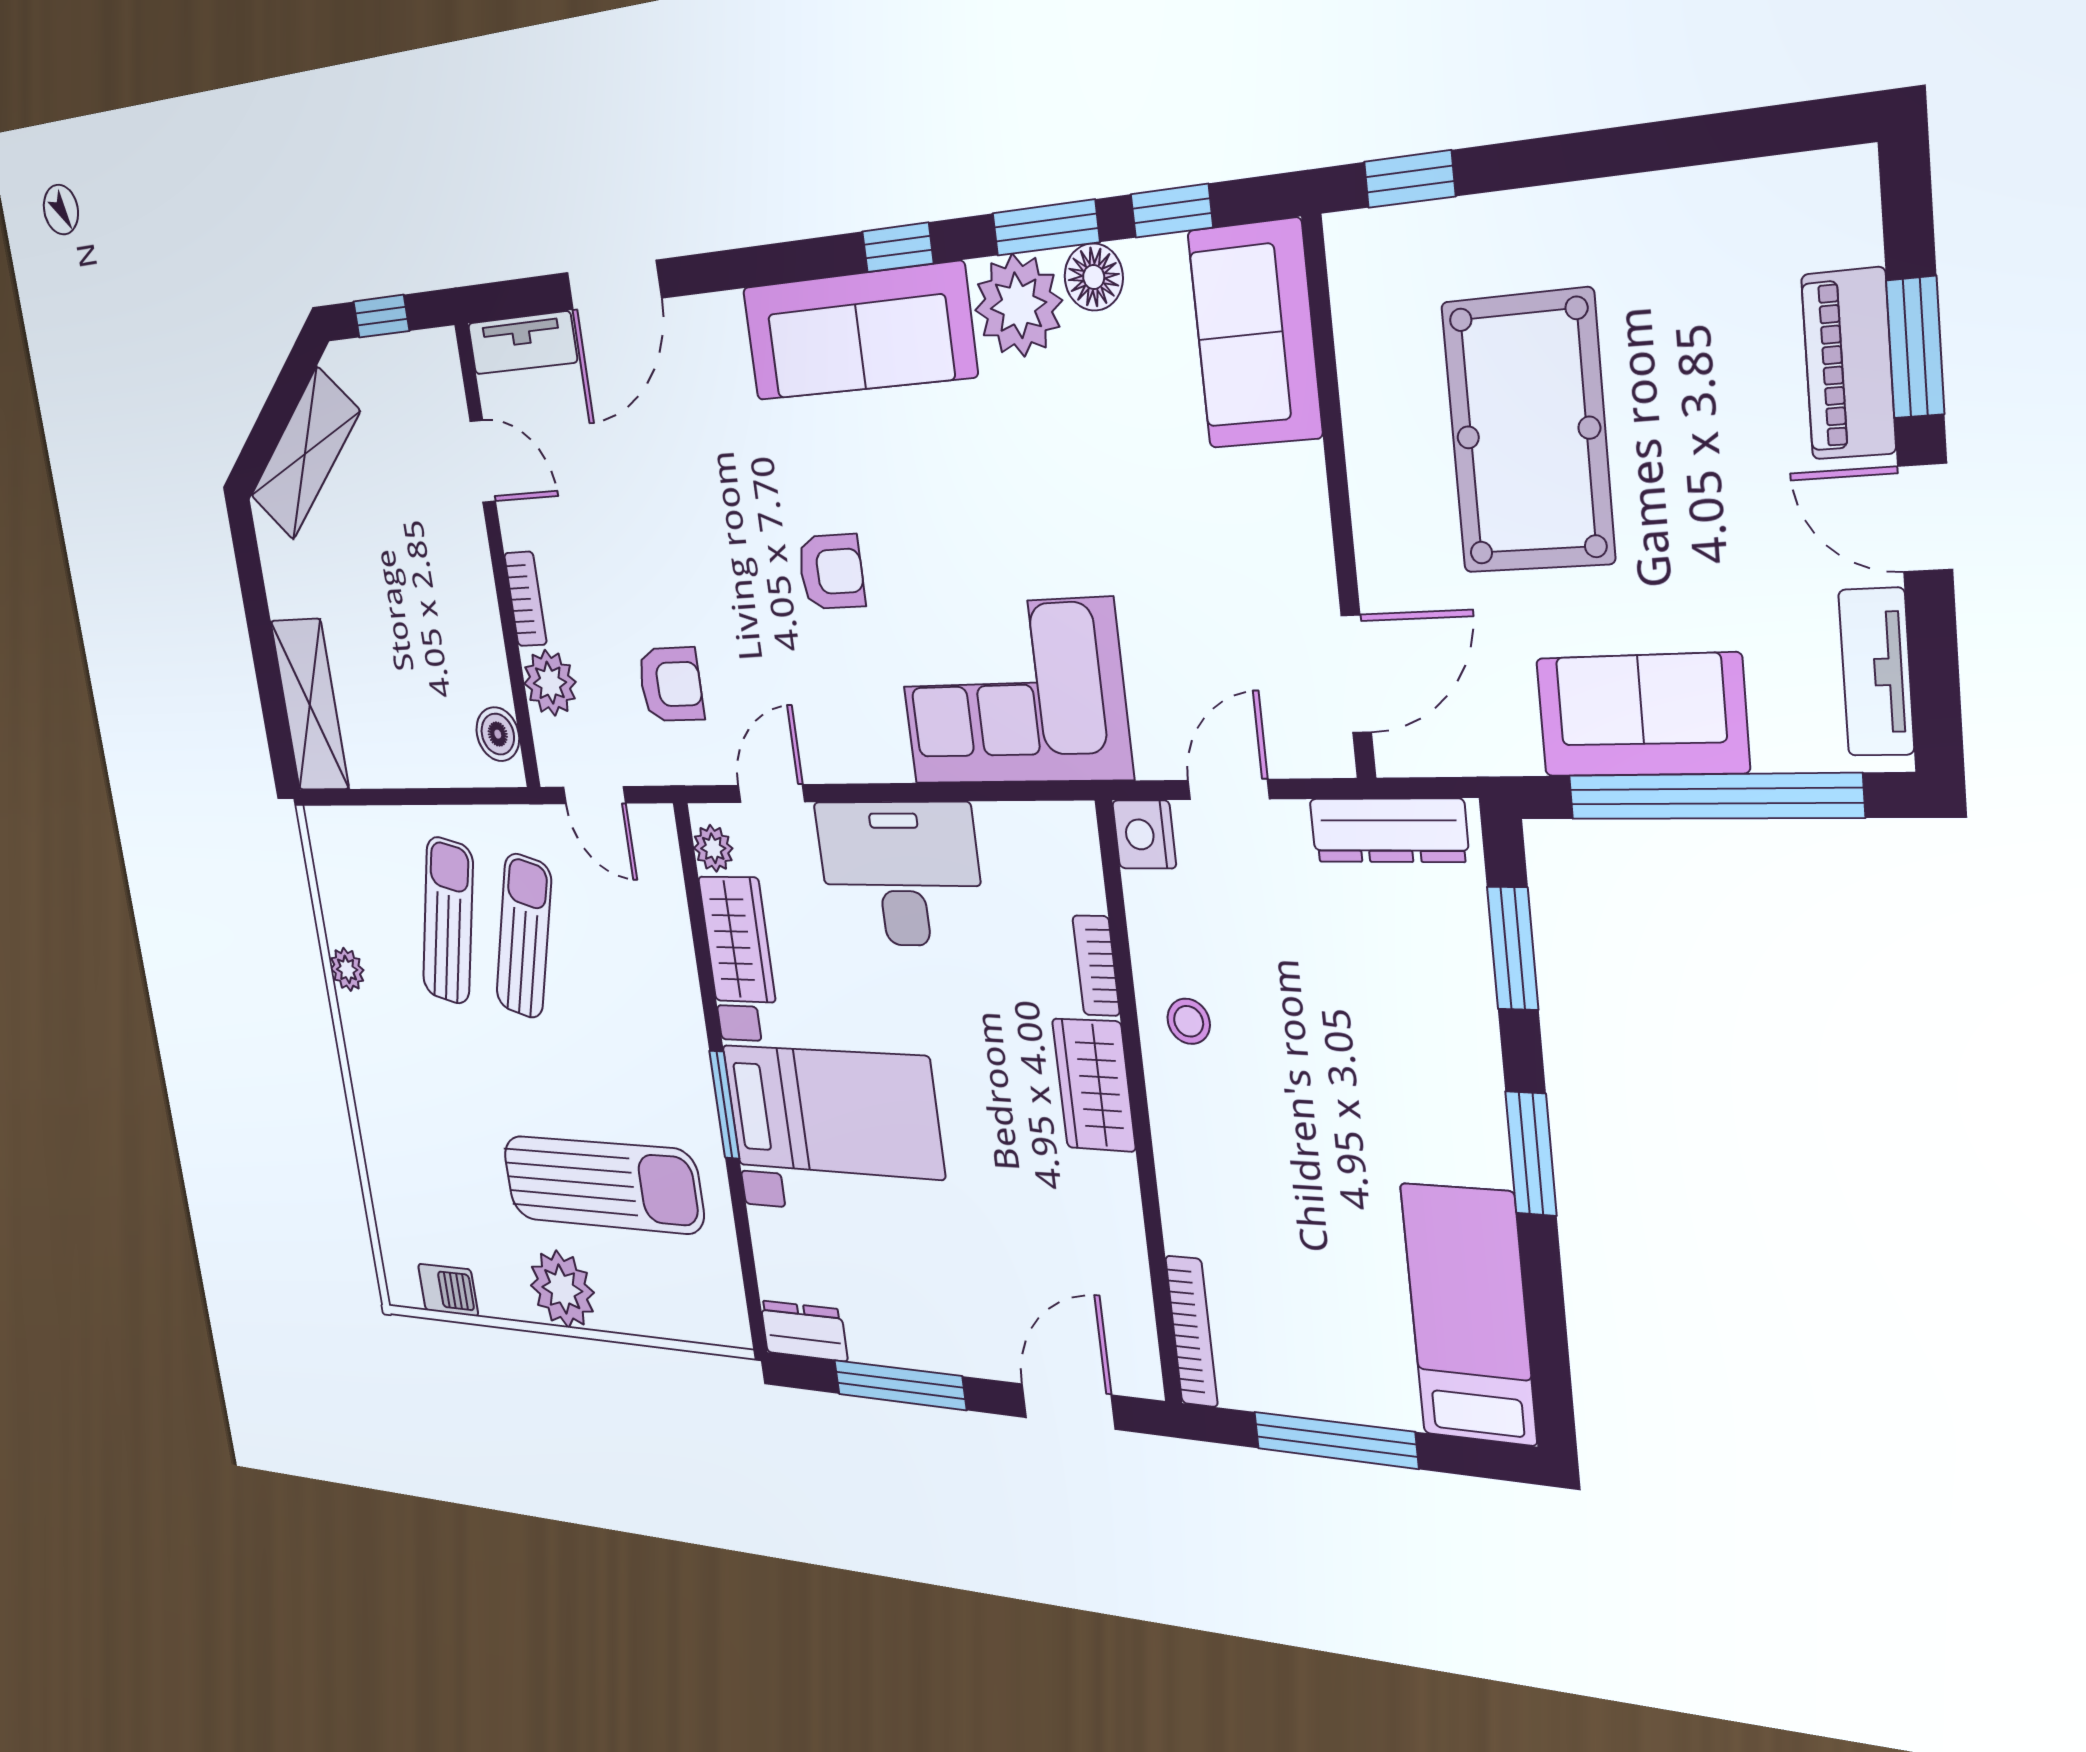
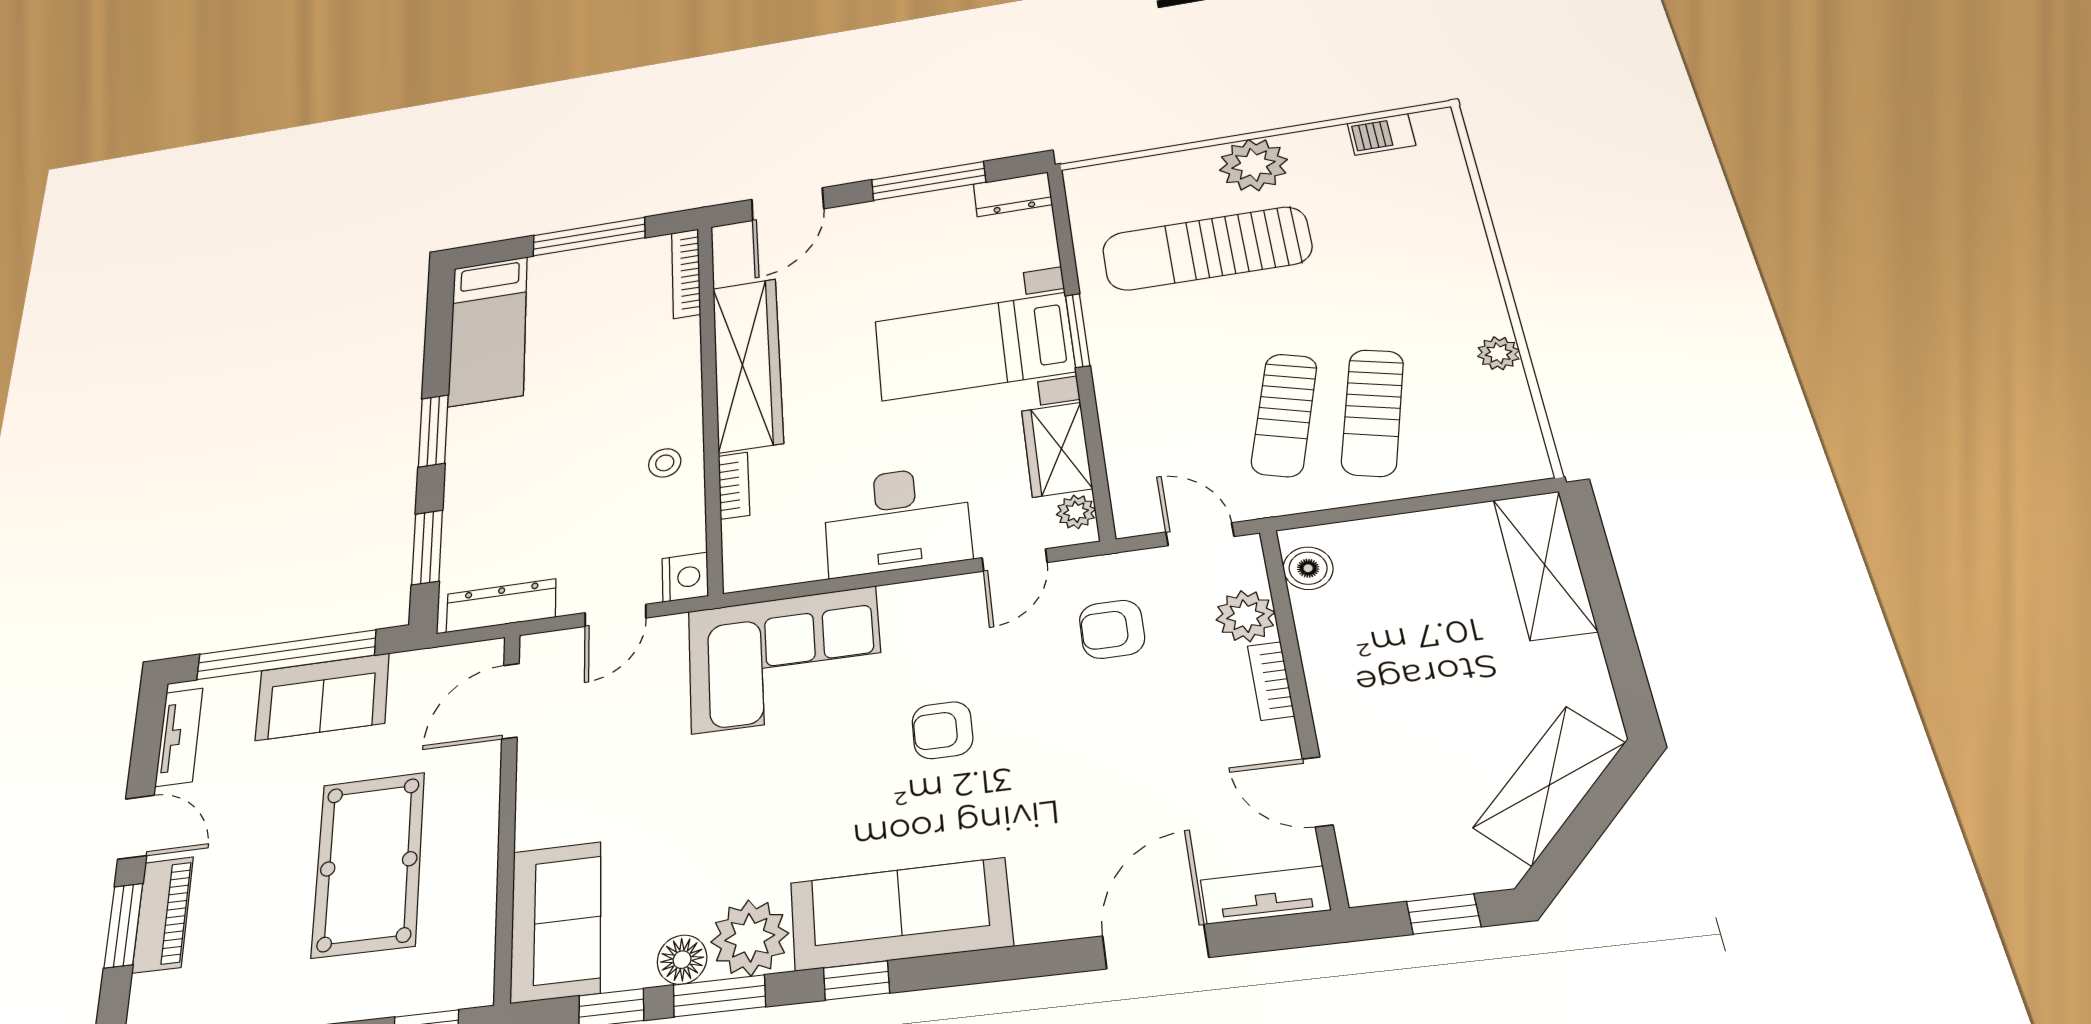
wardrobe: (1094, 1085) -> (747, 364), width x2.10, depth x1.17

